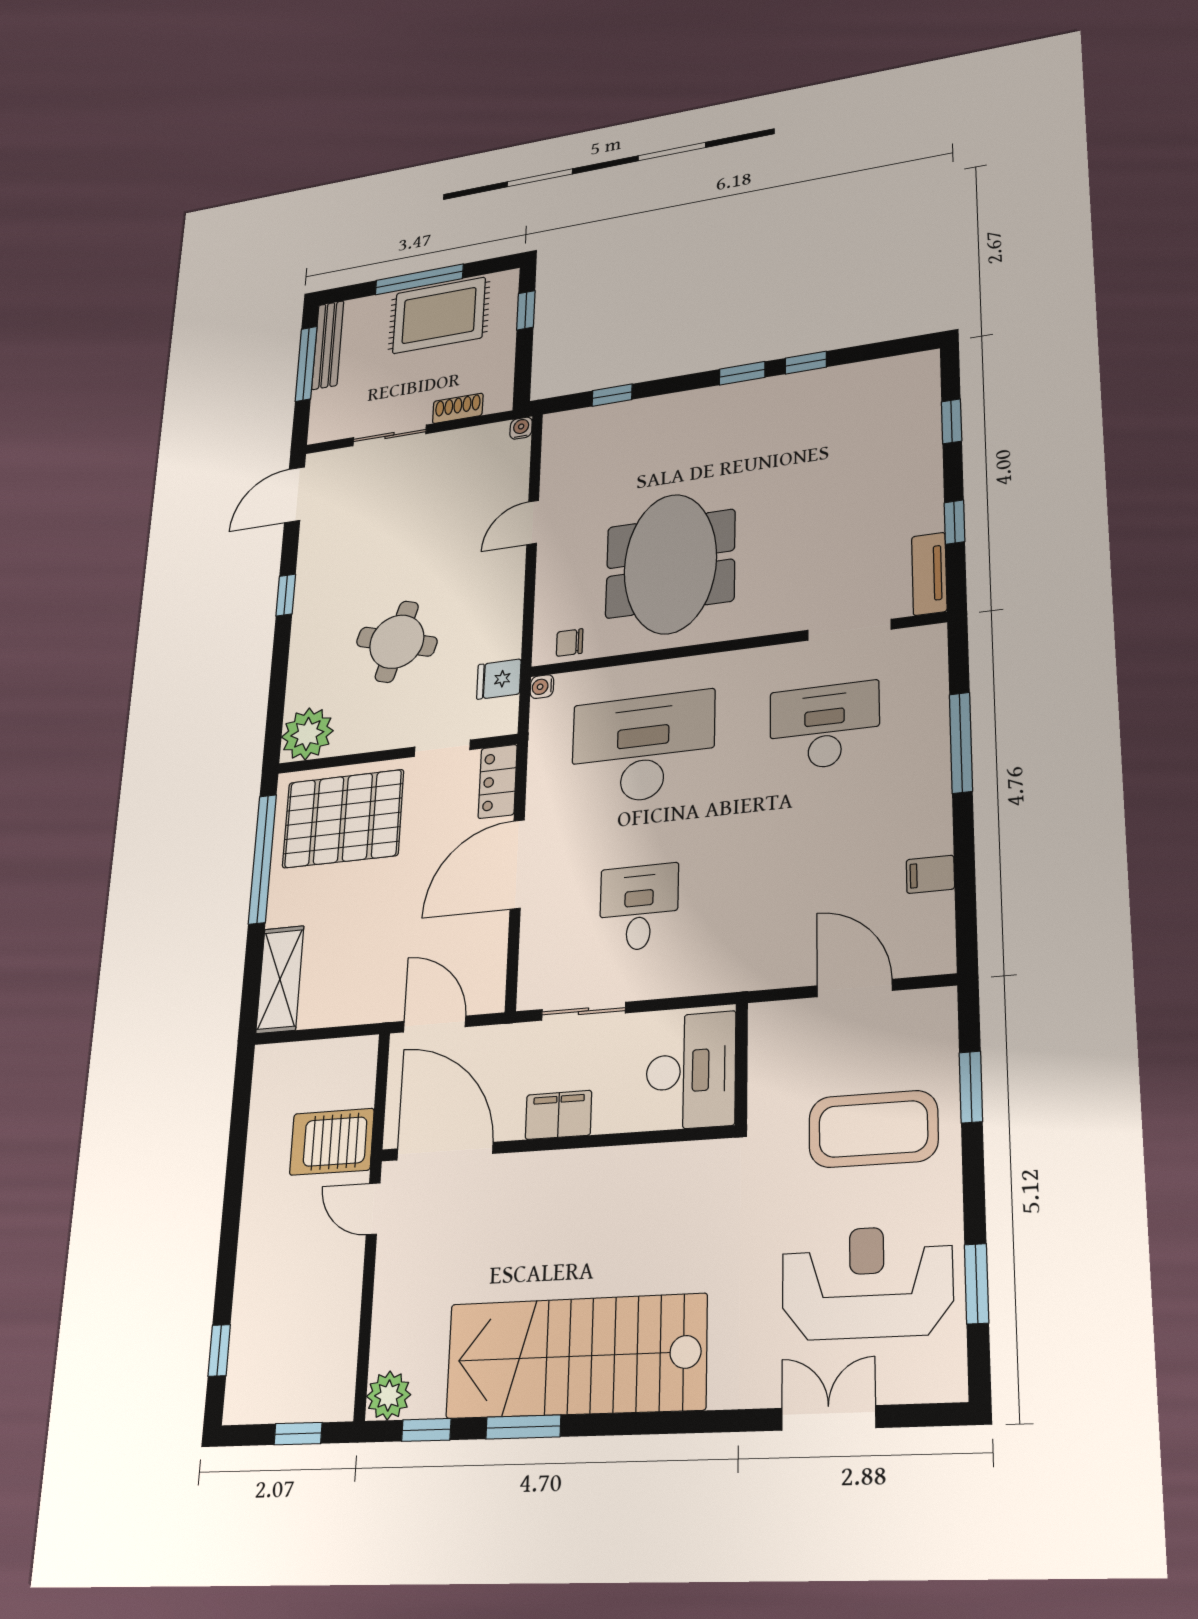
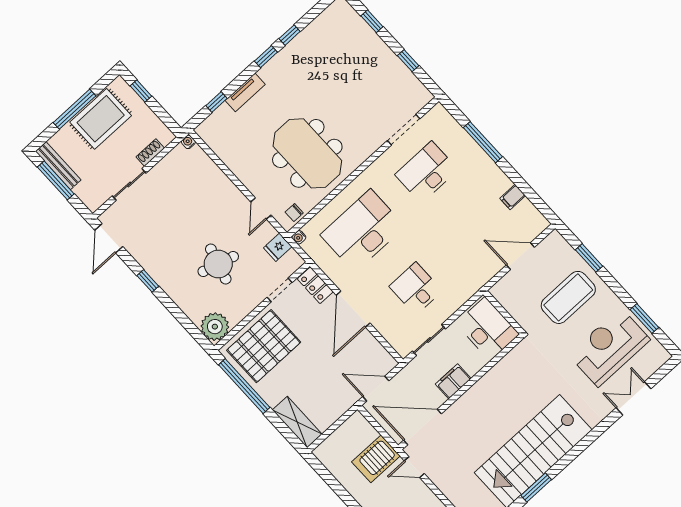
door: (533, 522) -> (261, 208), moved
tv unit: (929, 574) -> (245, 92), moved, turned -90

